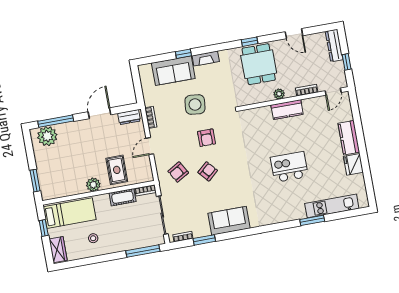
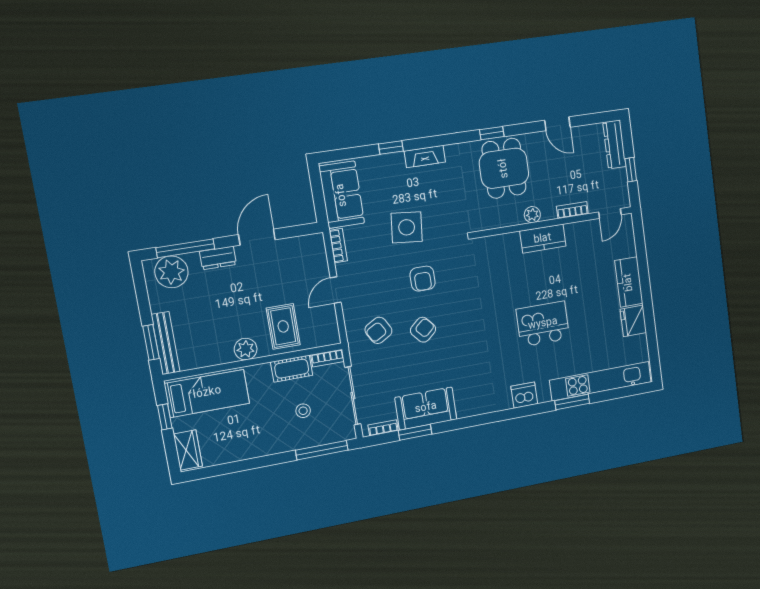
sofa: (173, 71) -> (342, 195), moved, turned -90
dresser: (129, 117) -> (218, 258), moved
bench: (44, 181) -> (166, 343), added
kitchen unit: (332, 206) -> (601, 381), width x1.36
dishwasher: (278, 215) -> (524, 395), added
sofa: (229, 221) -> (426, 408), moved
stool: (93, 238) -> (303, 411), moved

